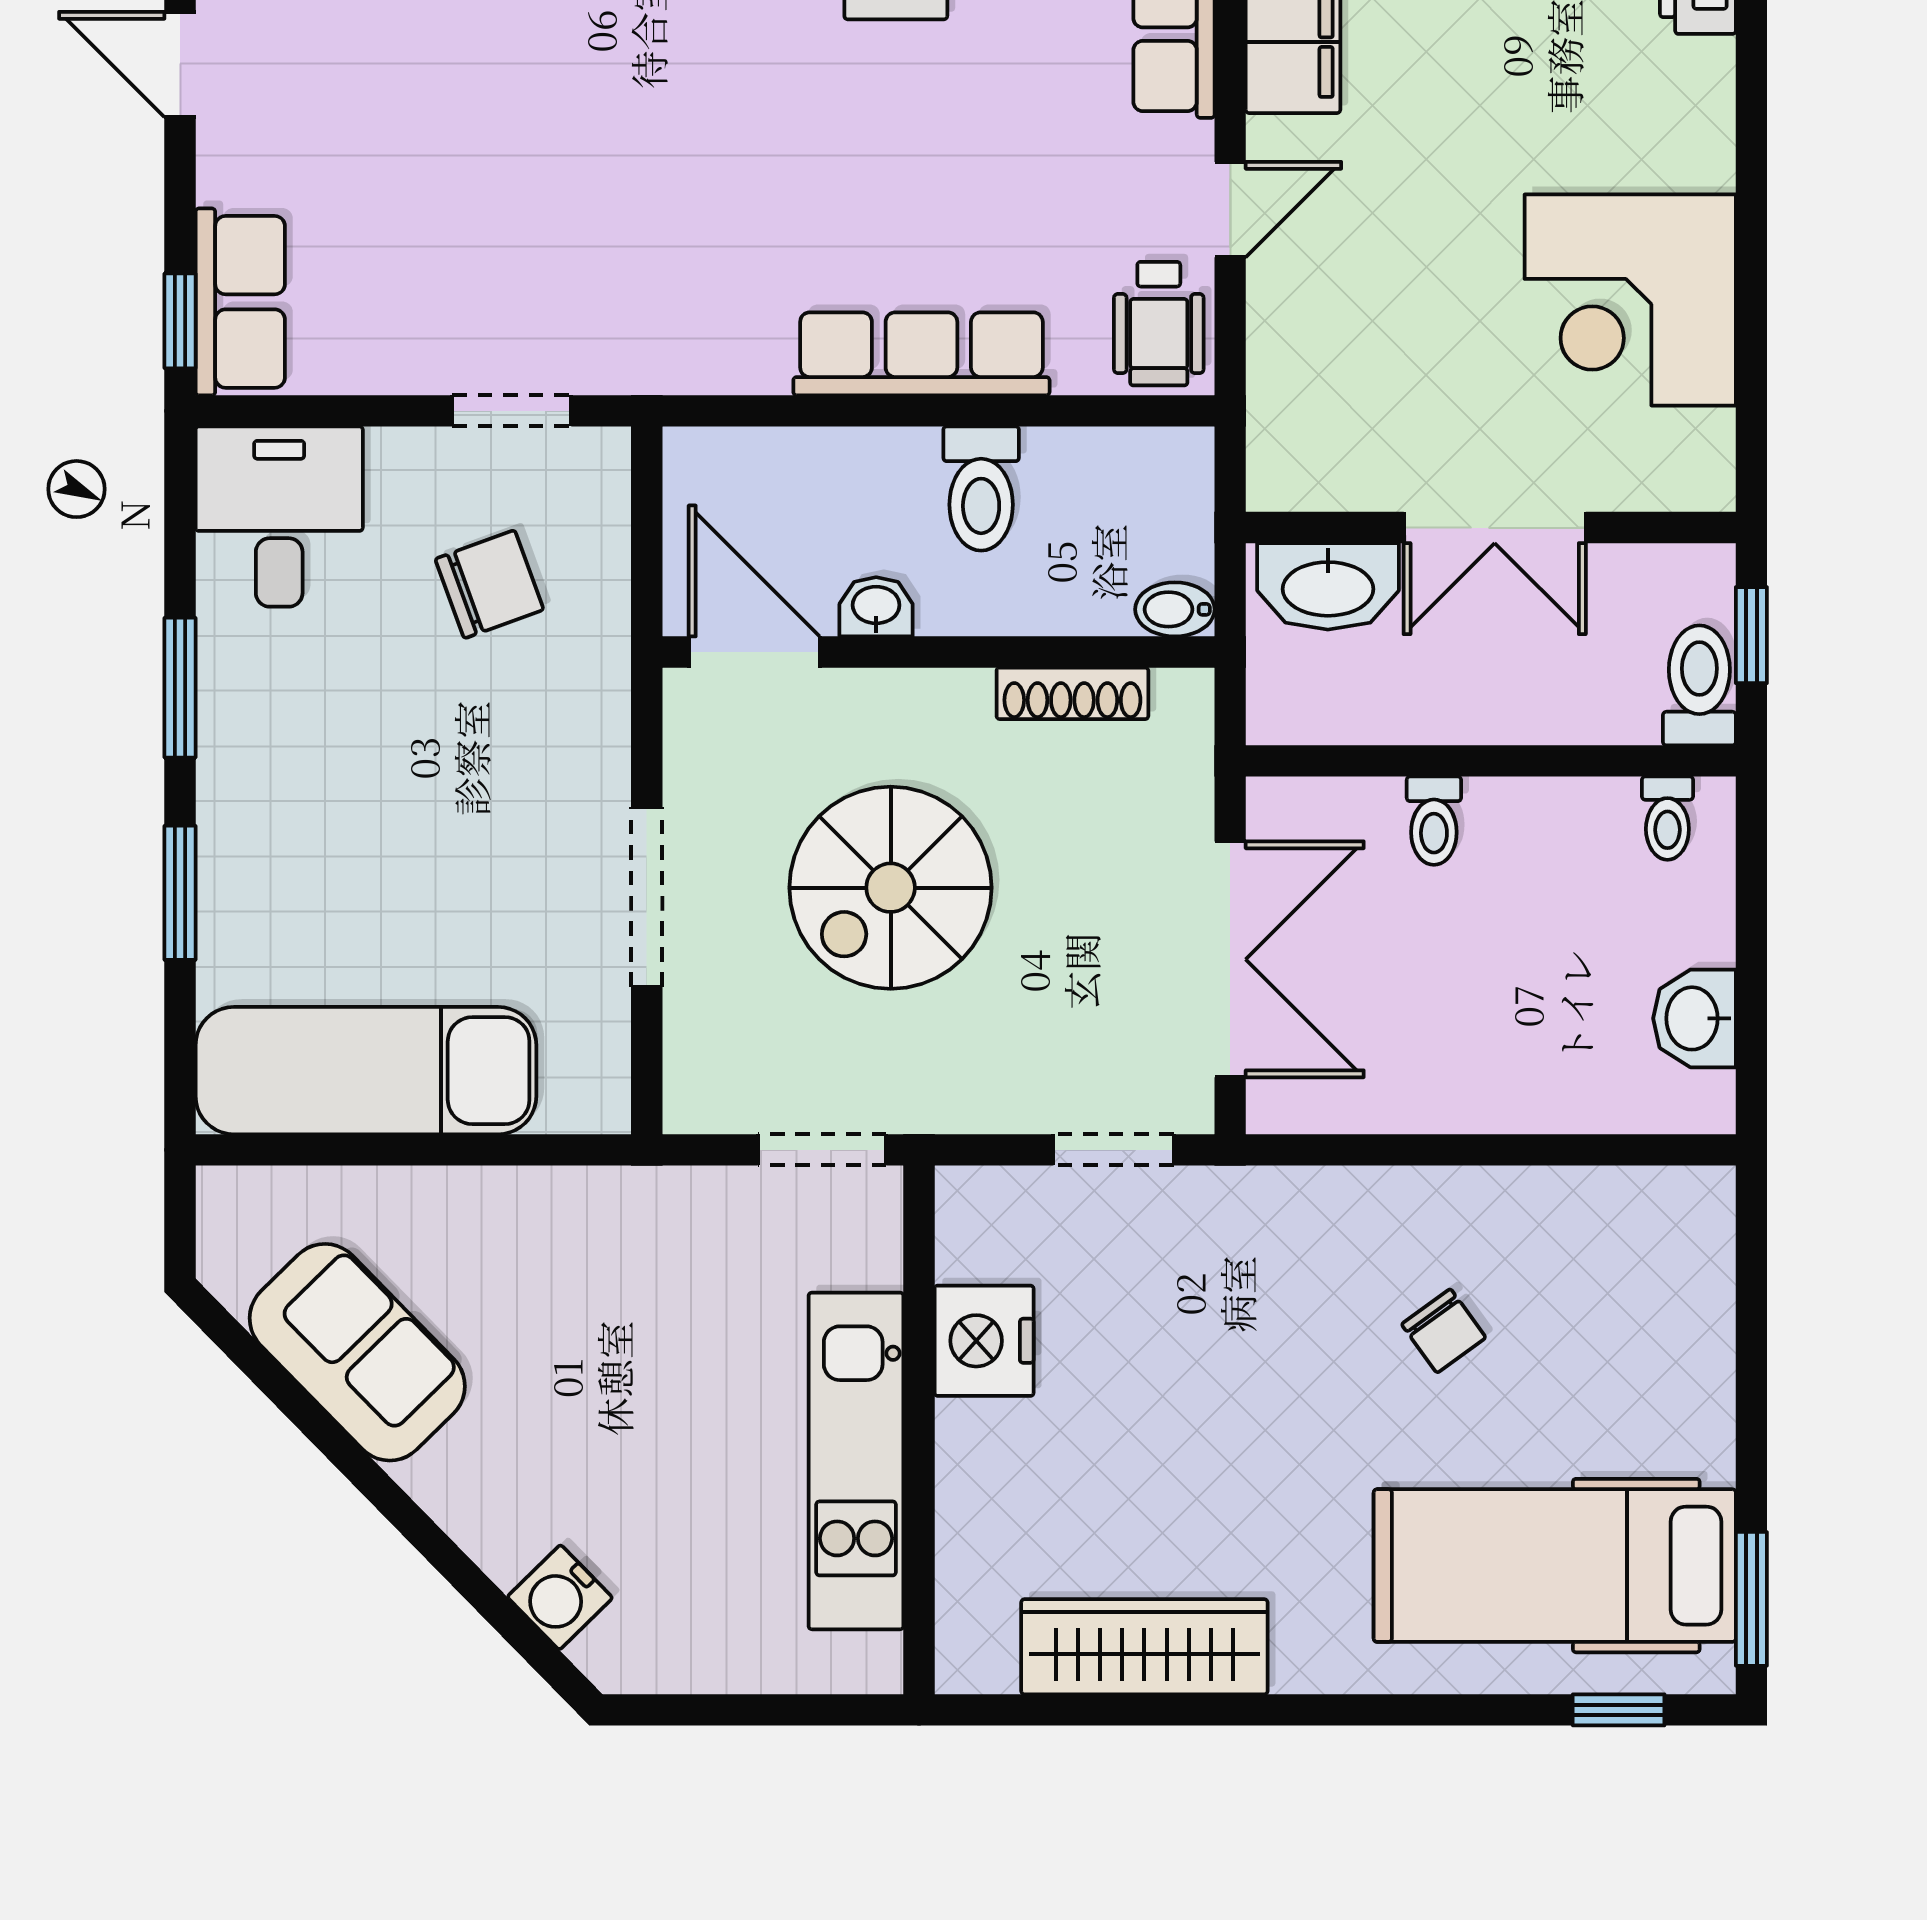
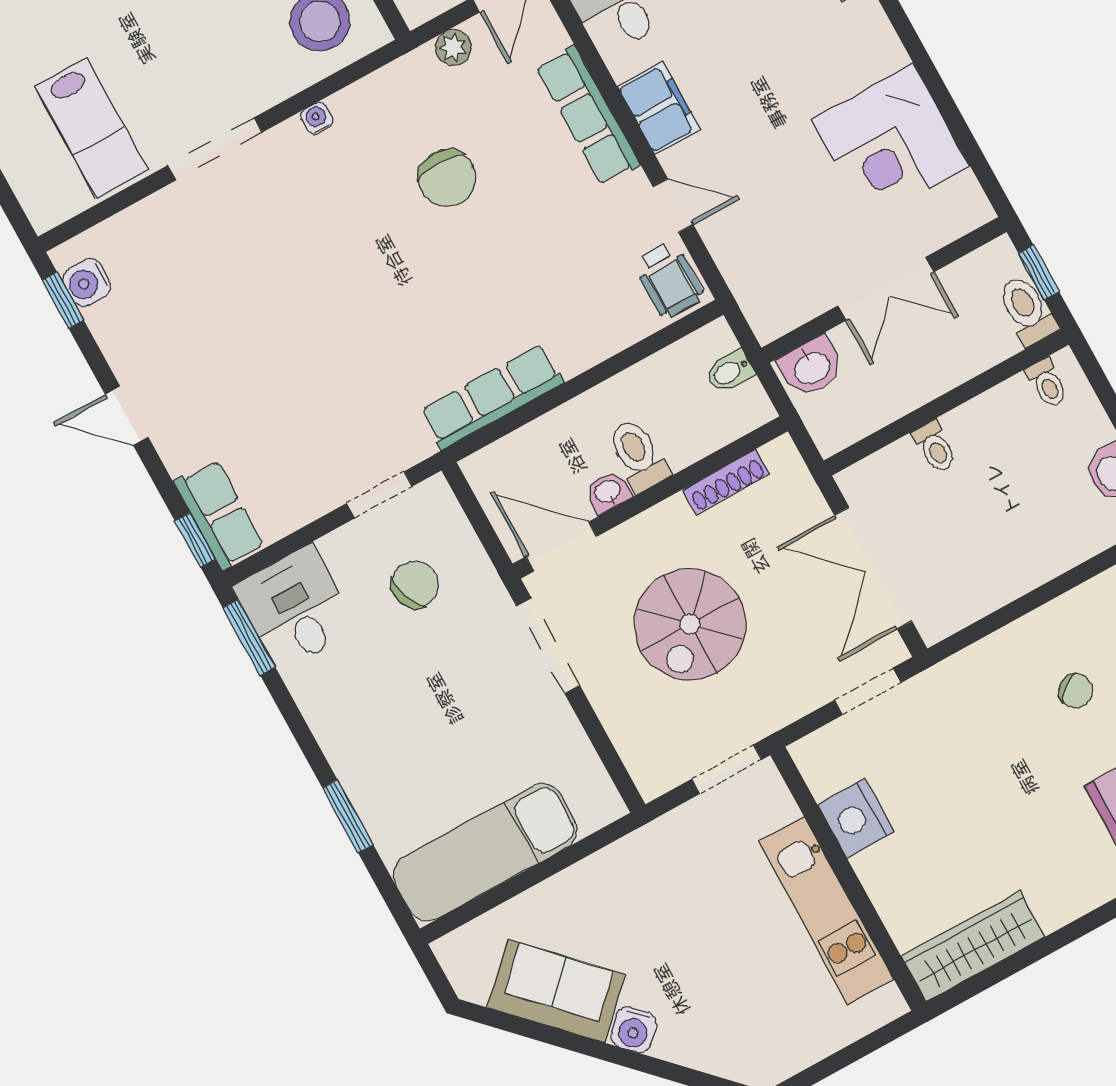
door: (1230, 210) -> (673, 206), hinge flipped
row of seats: (921, 354) -> (492, 397), moved
toilet: (981, 489) -> (638, 455), moved, turned 180
washbasin: (1328, 586) -> (811, 367), width x0.72
bidet: (1175, 609) -> (730, 372), moved
window: (180, 688) -> (249, 637), moved
doorway: (647, 897) -> (548, 646), moved
double door: (1230, 959) -> (873, 568), swing flipped
water cooler: (560, 1597) -> (634, 1030), moved
wardrobe: (1144, 1647) -> (973, 947), moved

